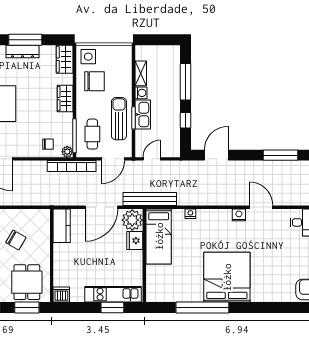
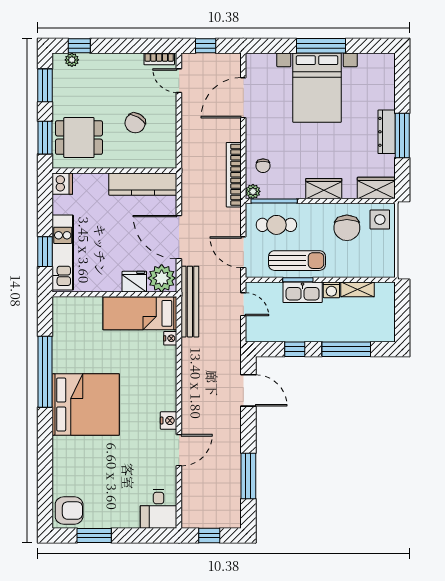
bookcase: (72, 166) -> (234, 175), moved
nightstand: (190, 214) -> (170, 338), moved
kitchen counter: (62, 226) -> (143, 184), width x1.50

